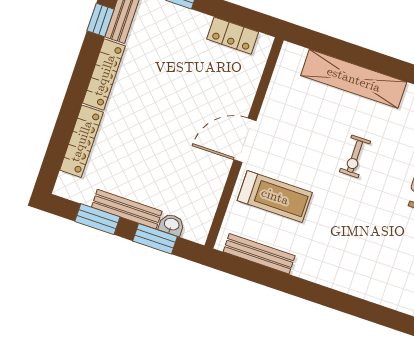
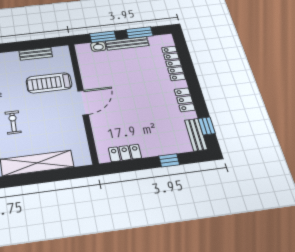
locker: (104, 75) -> (185, 100), width x0.66
bench: (259, 254) -> (36, 54), width x0.73

